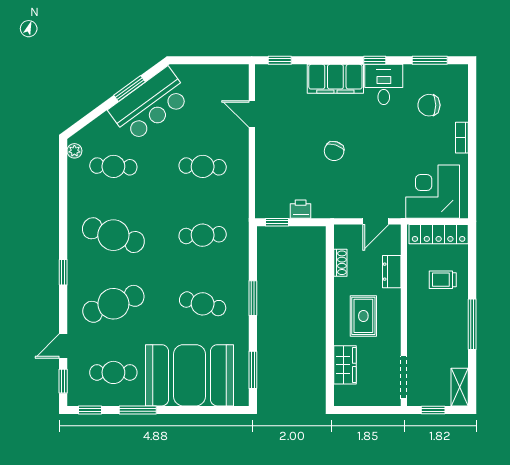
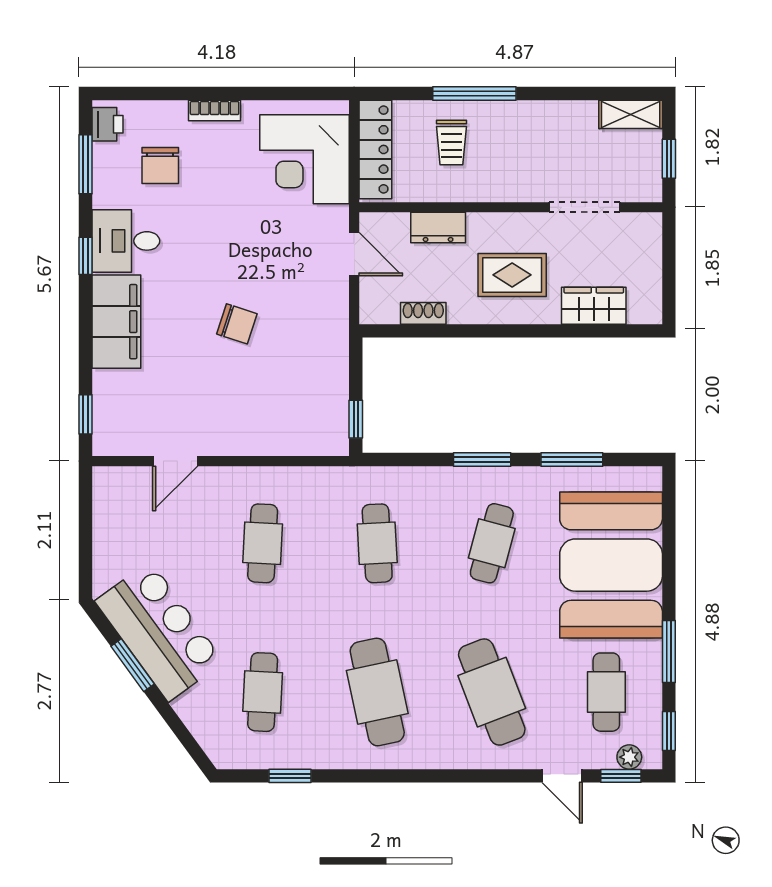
plant: (74, 151) -> (629, 757), moved
printer: (301, 209) -> (107, 124), moved, turned 180
cafe table: (113, 235) -> (377, 692), turned -30
window: (63, 272) -> (290, 776), moved
window: (472, 324) -> (474, 94), moved
window: (253, 370) -> (572, 459), moved
doorway: (404, 377) -> (584, 207), moved

